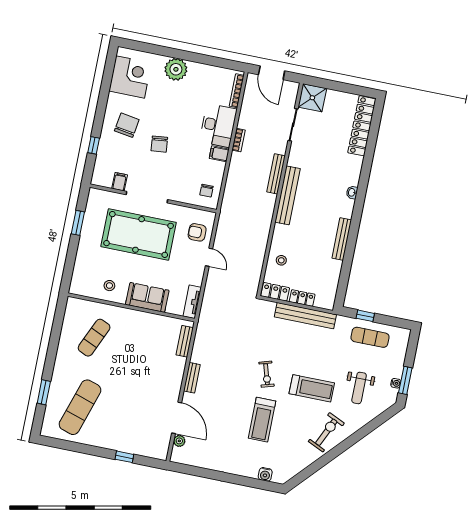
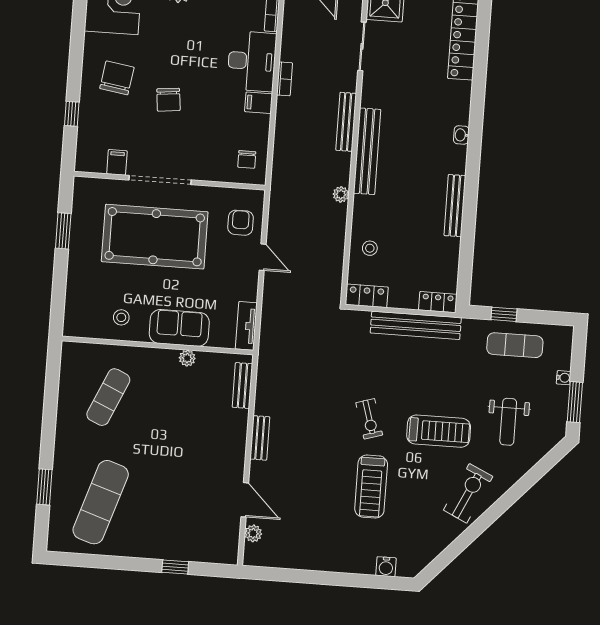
plant: (266, 222) -> (341, 194), added
armchair: (197, 232) -> (241, 223), turned 90
locker: (302, 298) -> (438, 302), moved
plant: (150, 318) -> (187, 358), added
water cooler: (396, 383) -> (564, 378), moved
door: (177, 418) -> (245, 500), width x0.73

